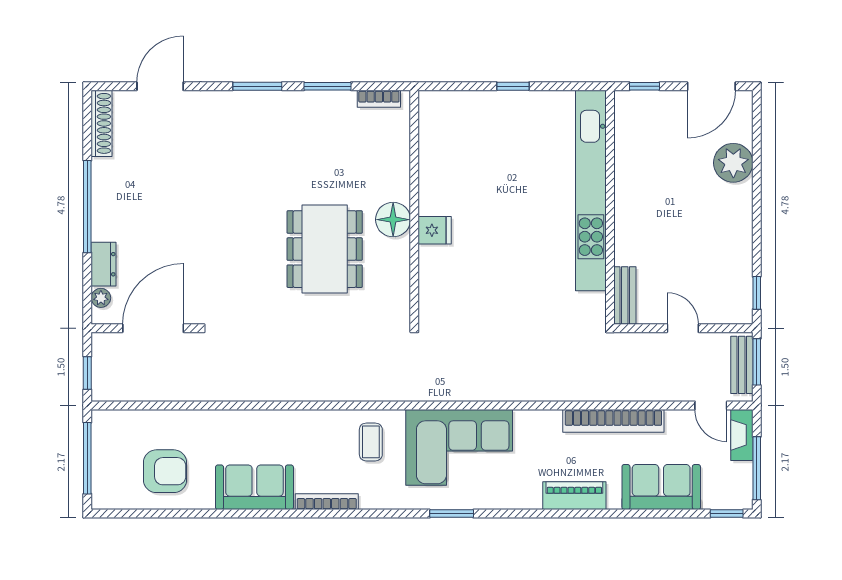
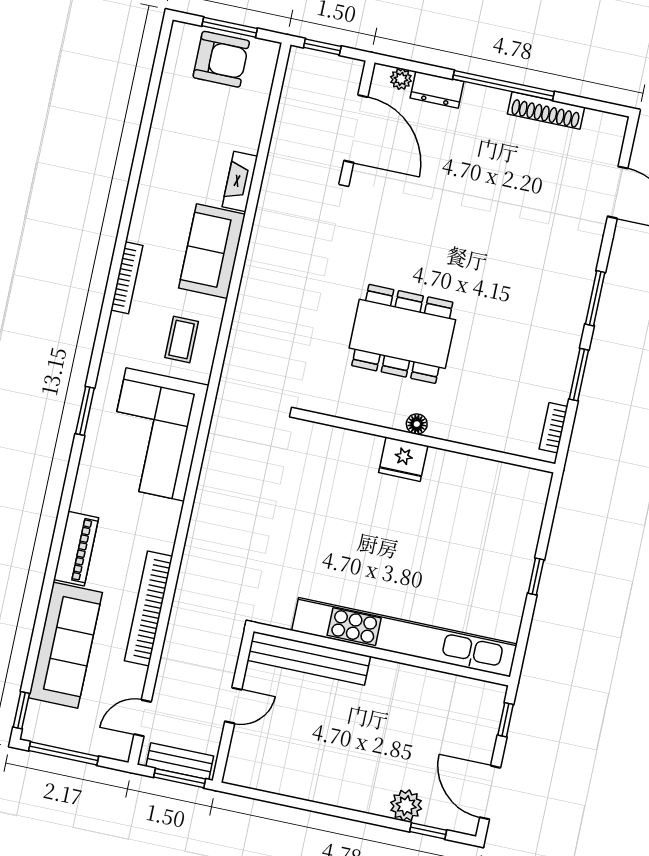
shoe rack: (102, 123) -> (546, 111), moved
plant: (733, 163) -> (406, 806), width x0.73, depth x0.73
floor lamp: (393, 220) -> (417, 424), width x0.53, depth x0.53
fridge: (435, 230) -> (403, 459), width x1.38
window: (757, 293) -> (428, 831), moved
bench: (625, 295) -> (309, 658), width x1.86, depth x1.21
fireplace: (742, 435) -> (240, 181), moved, turned -90
coffee table: (371, 442) -> (182, 340), turned 90
window: (87, 458) -> (230, 27), width x0.69
armchair: (165, 471) -> (221, 59), moved, turned -90
sofa: (254, 487) -> (212, 251), moved, turned 180
sofa: (661, 487) -> (65, 645), width x1.36

